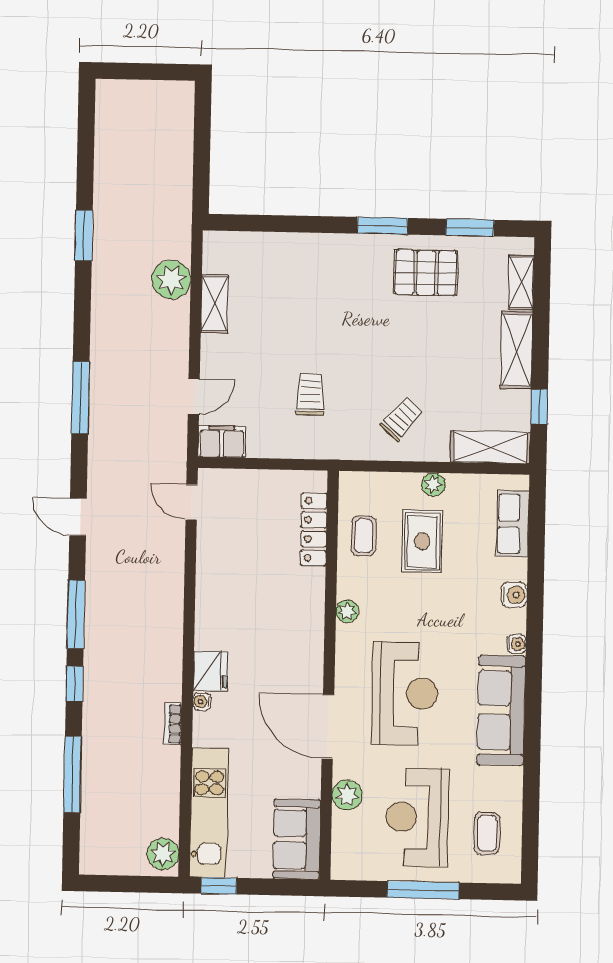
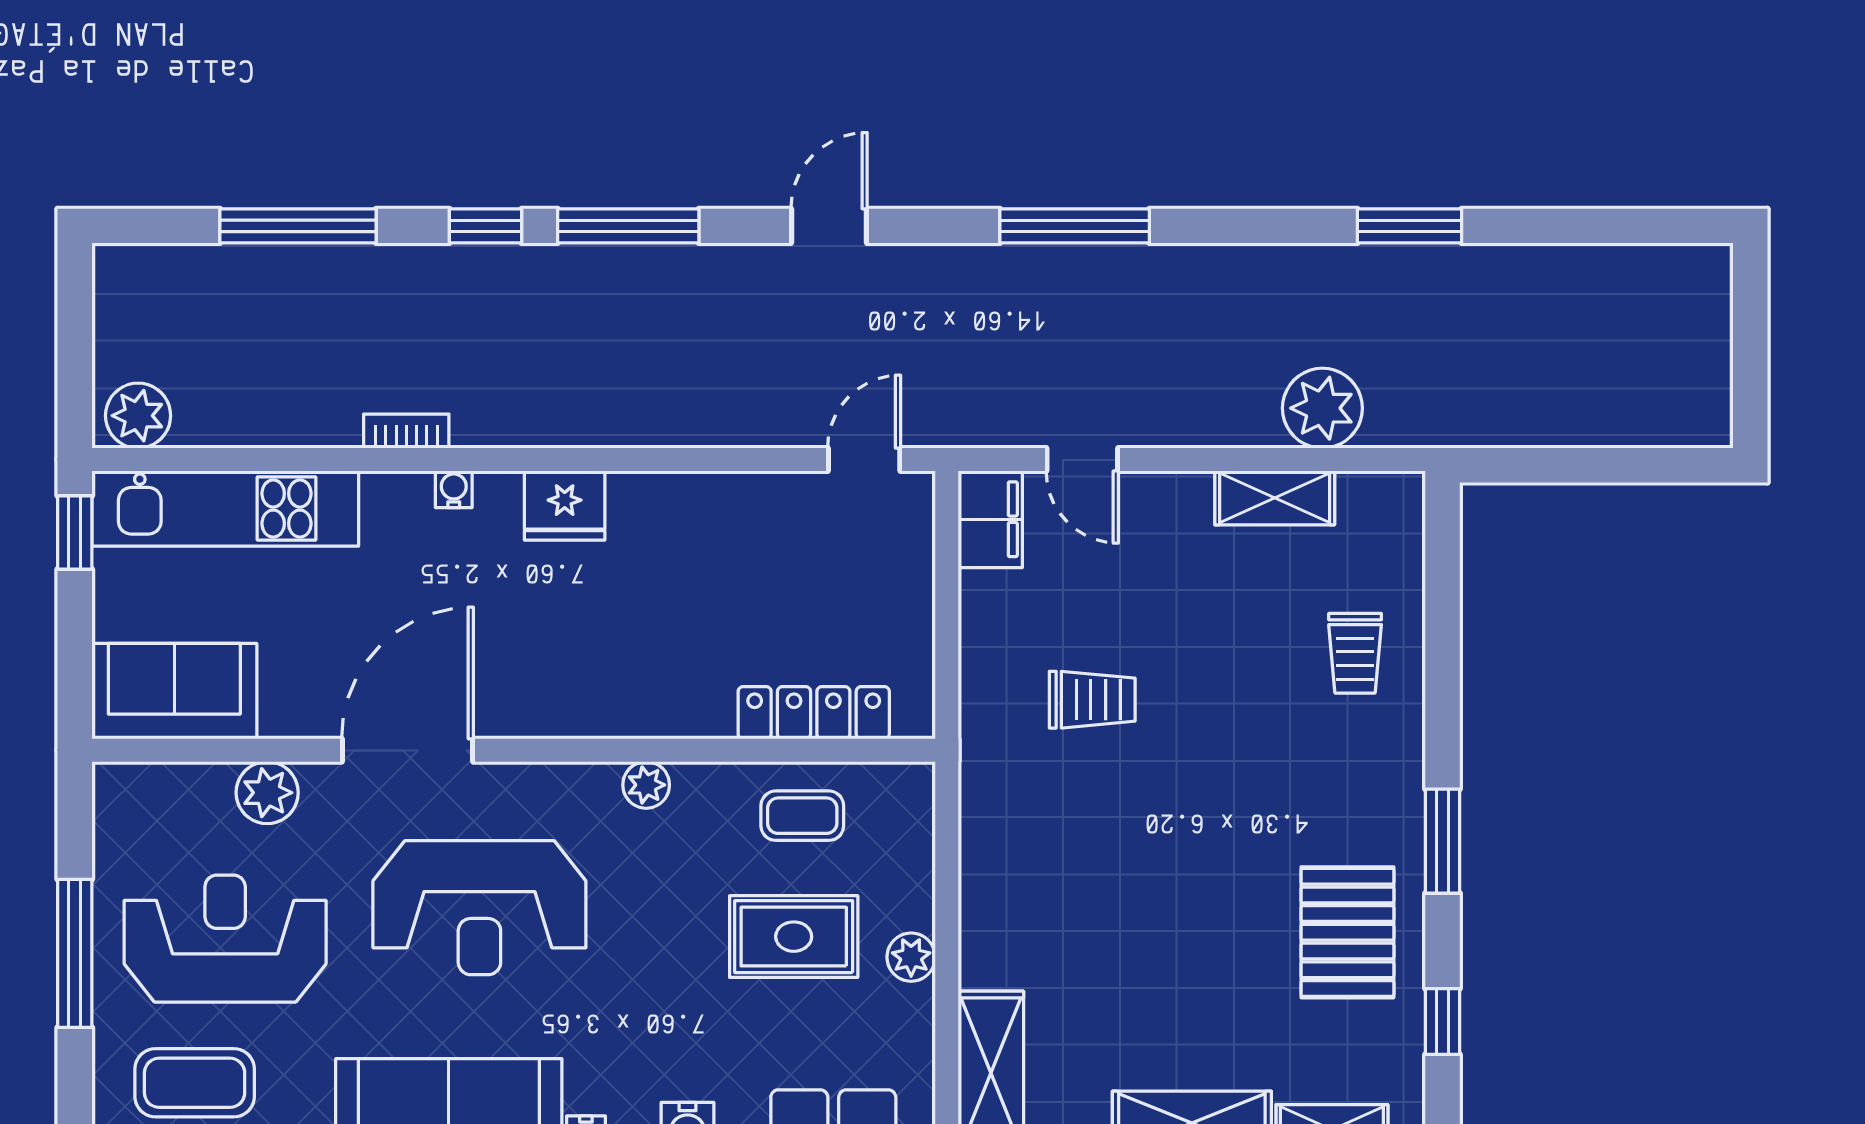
window: (470, 228) -> (1443, 1022), width x0.67
trolley: (402, 419) -> (1355, 653), moved, turned 49
fridge: (210, 671) -> (565, 506), moved
coffee table: (487, 833) -> (195, 1083), width x1.36, depth x1.30

